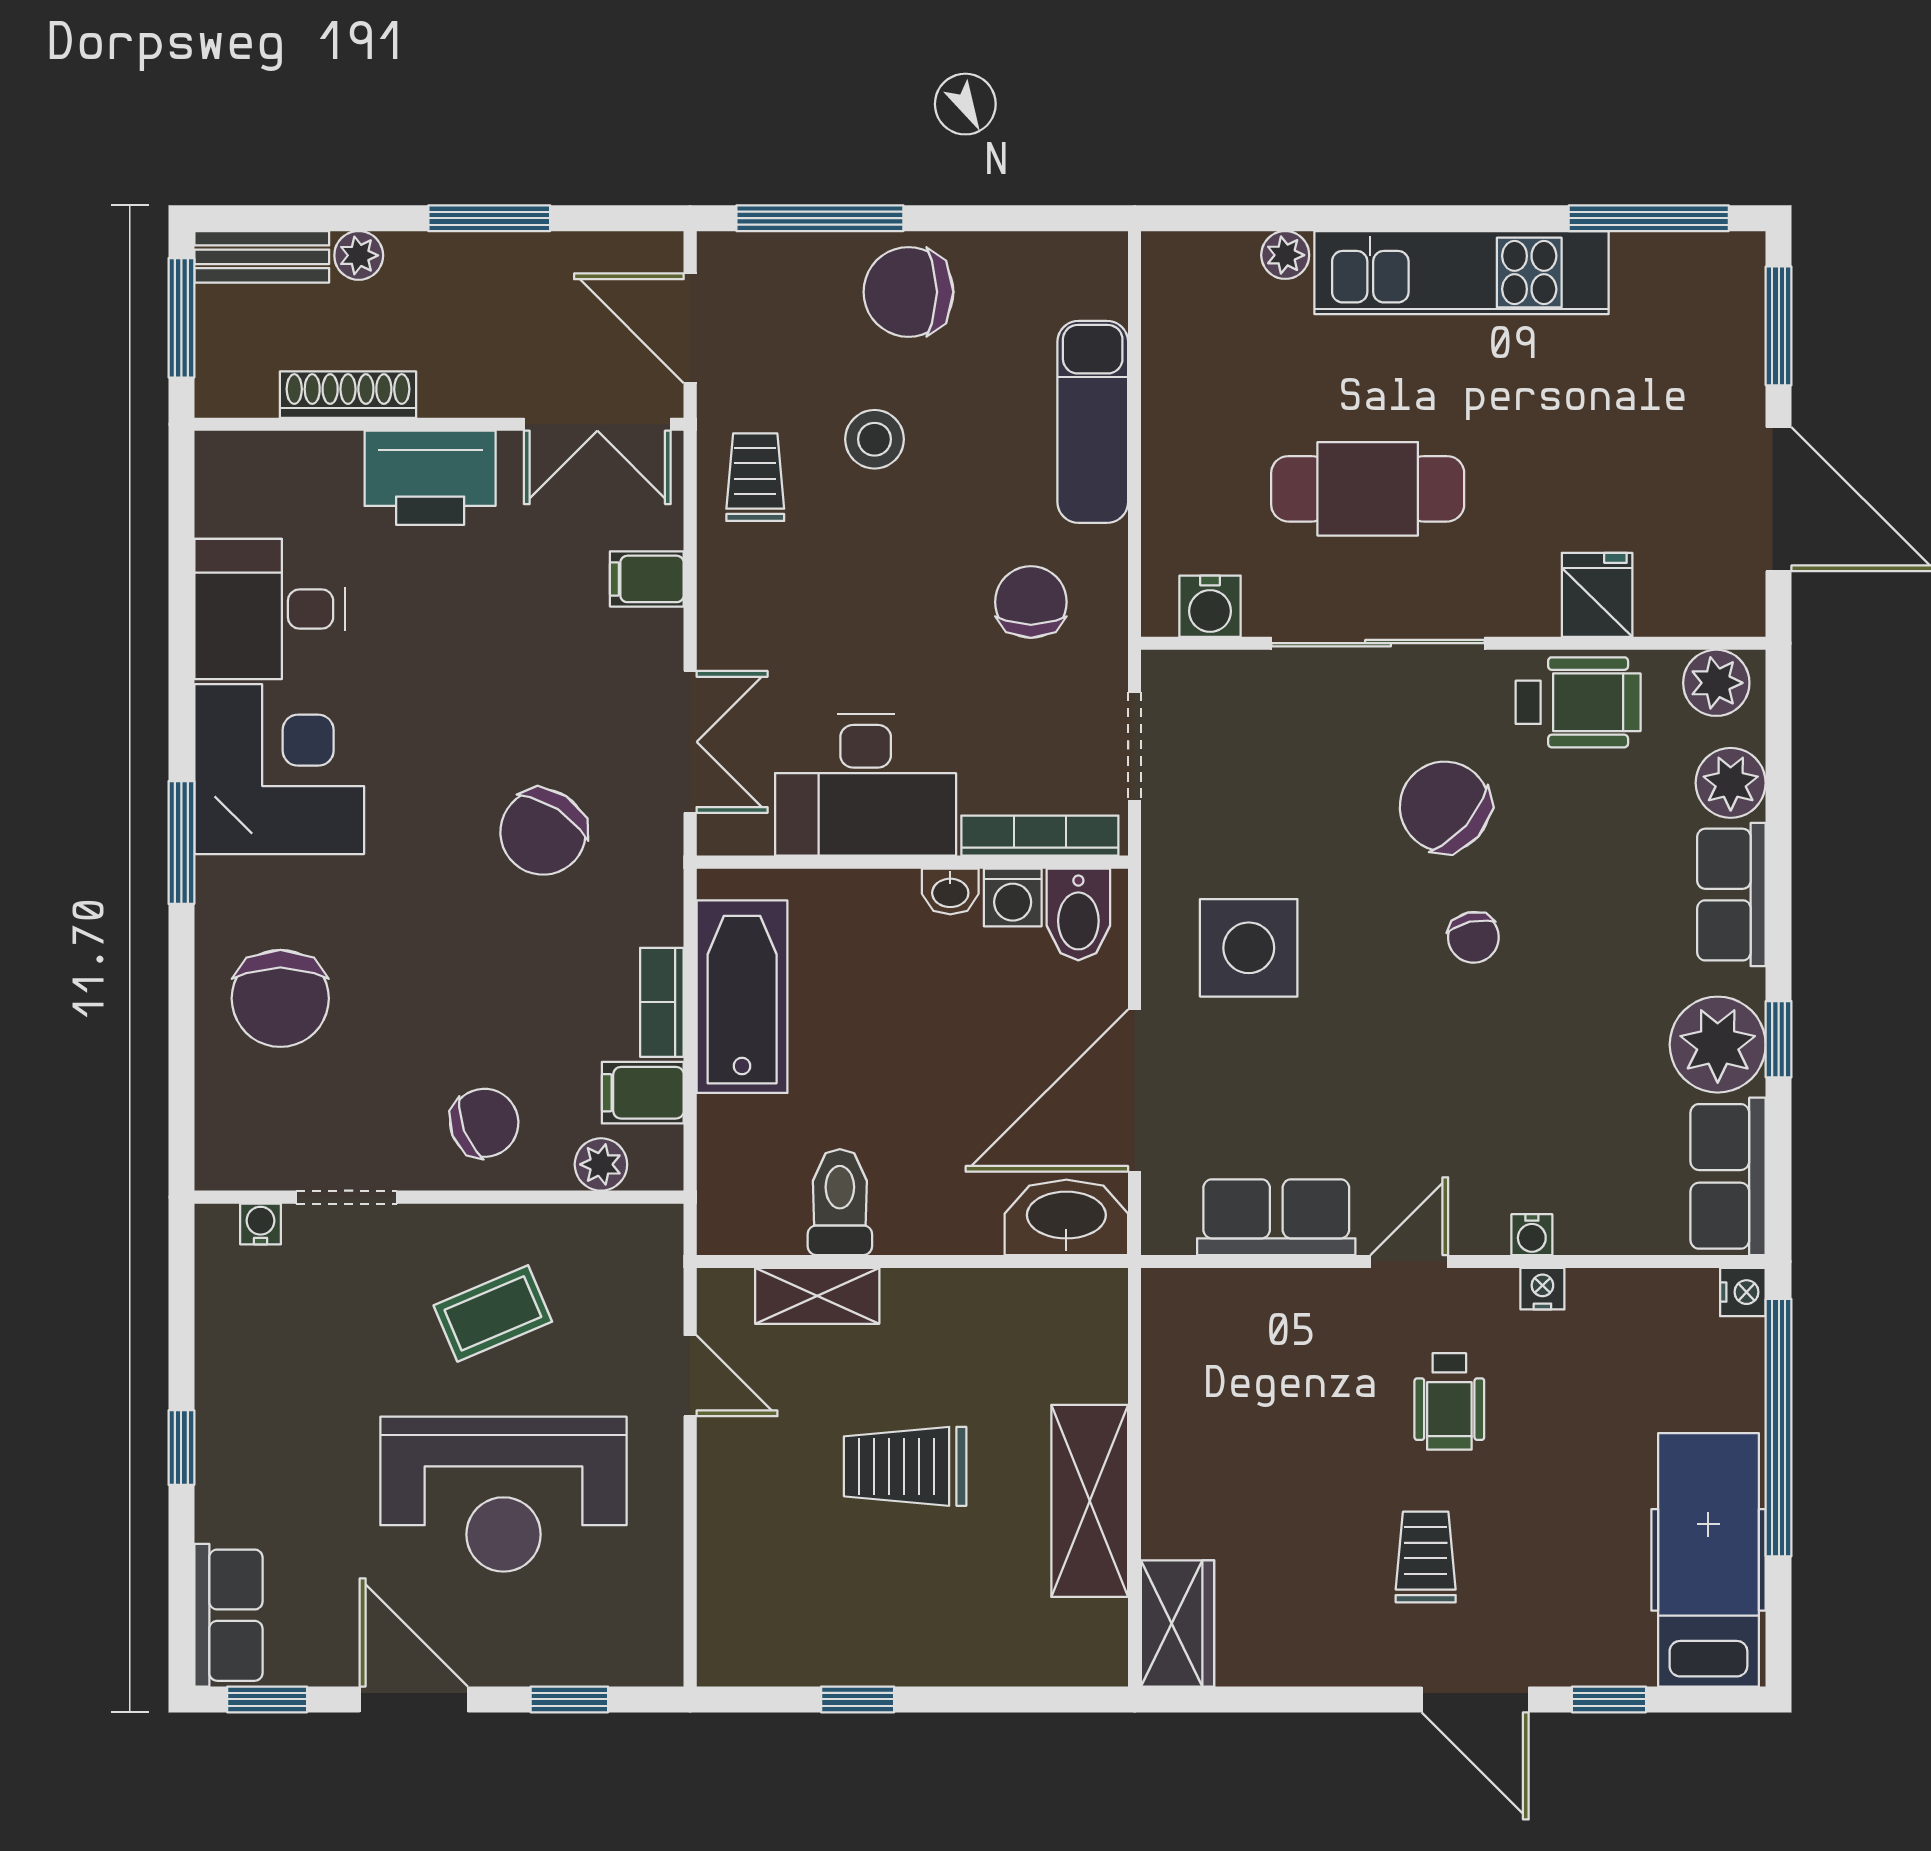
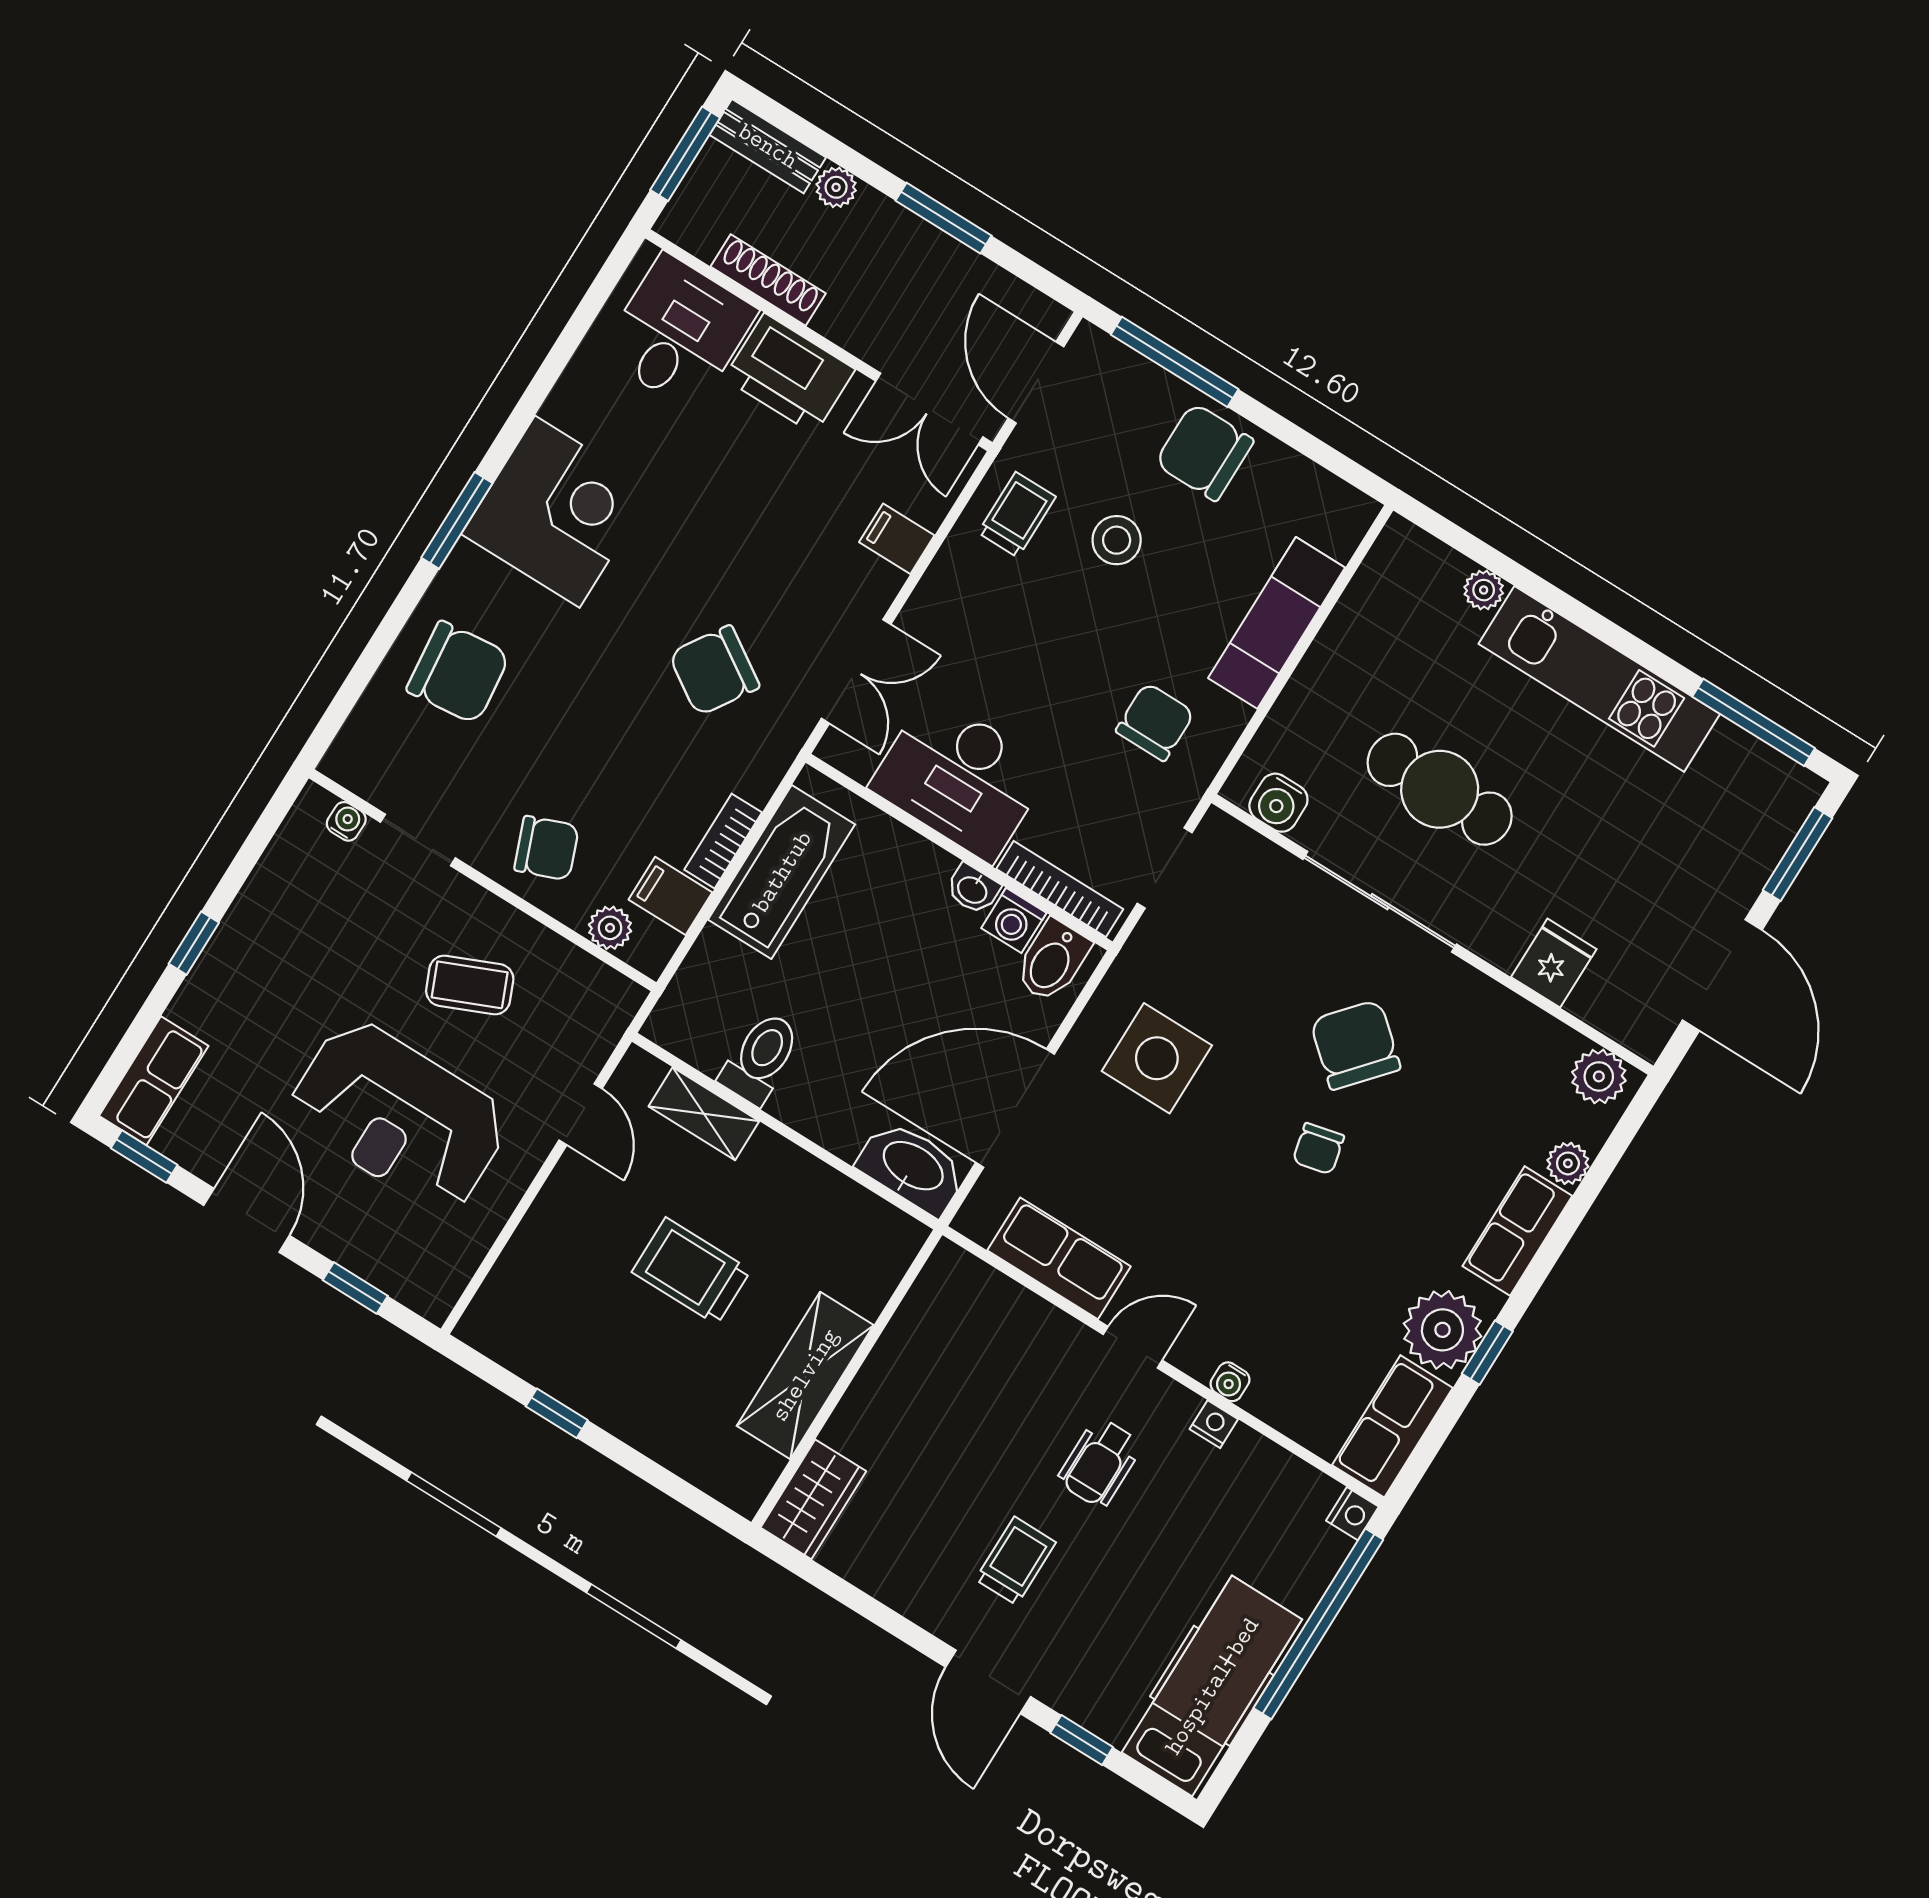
desk: (270, 609) -> (679, 332), moved, turned 90
wheelchair: (1578, 702) -> (1494, 1030), removed
plant: (1731, 783) -> (1568, 1163), width x0.73, depth x0.73
chair: (280, 998) -> (458, 672), turned -96

